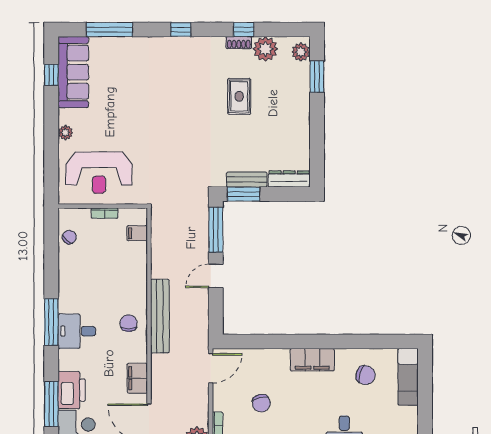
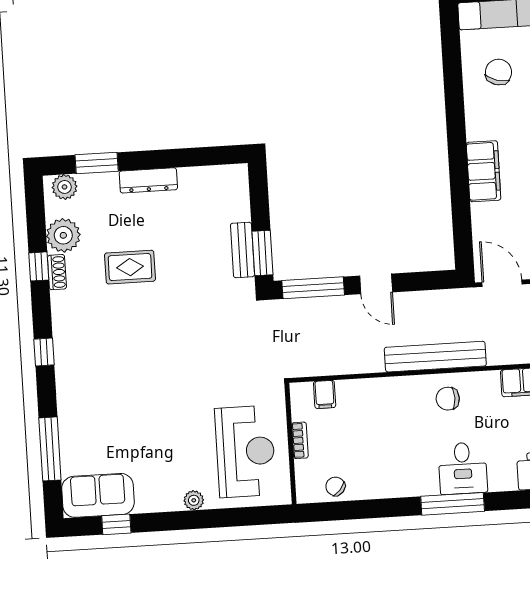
sofa: (73, 72) -> (98, 495), width x0.73
dresser: (289, 179) -> (148, 180), moved, turned -90
filing cabinet: (312, 360) -> (484, 171), moved

